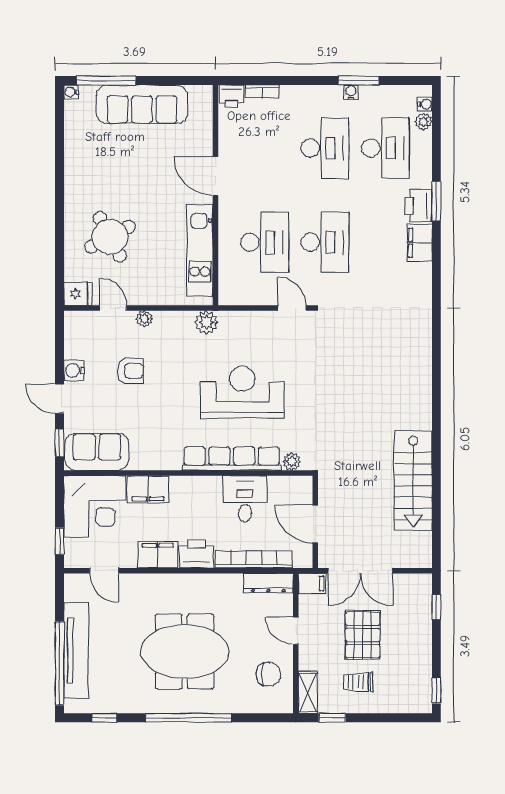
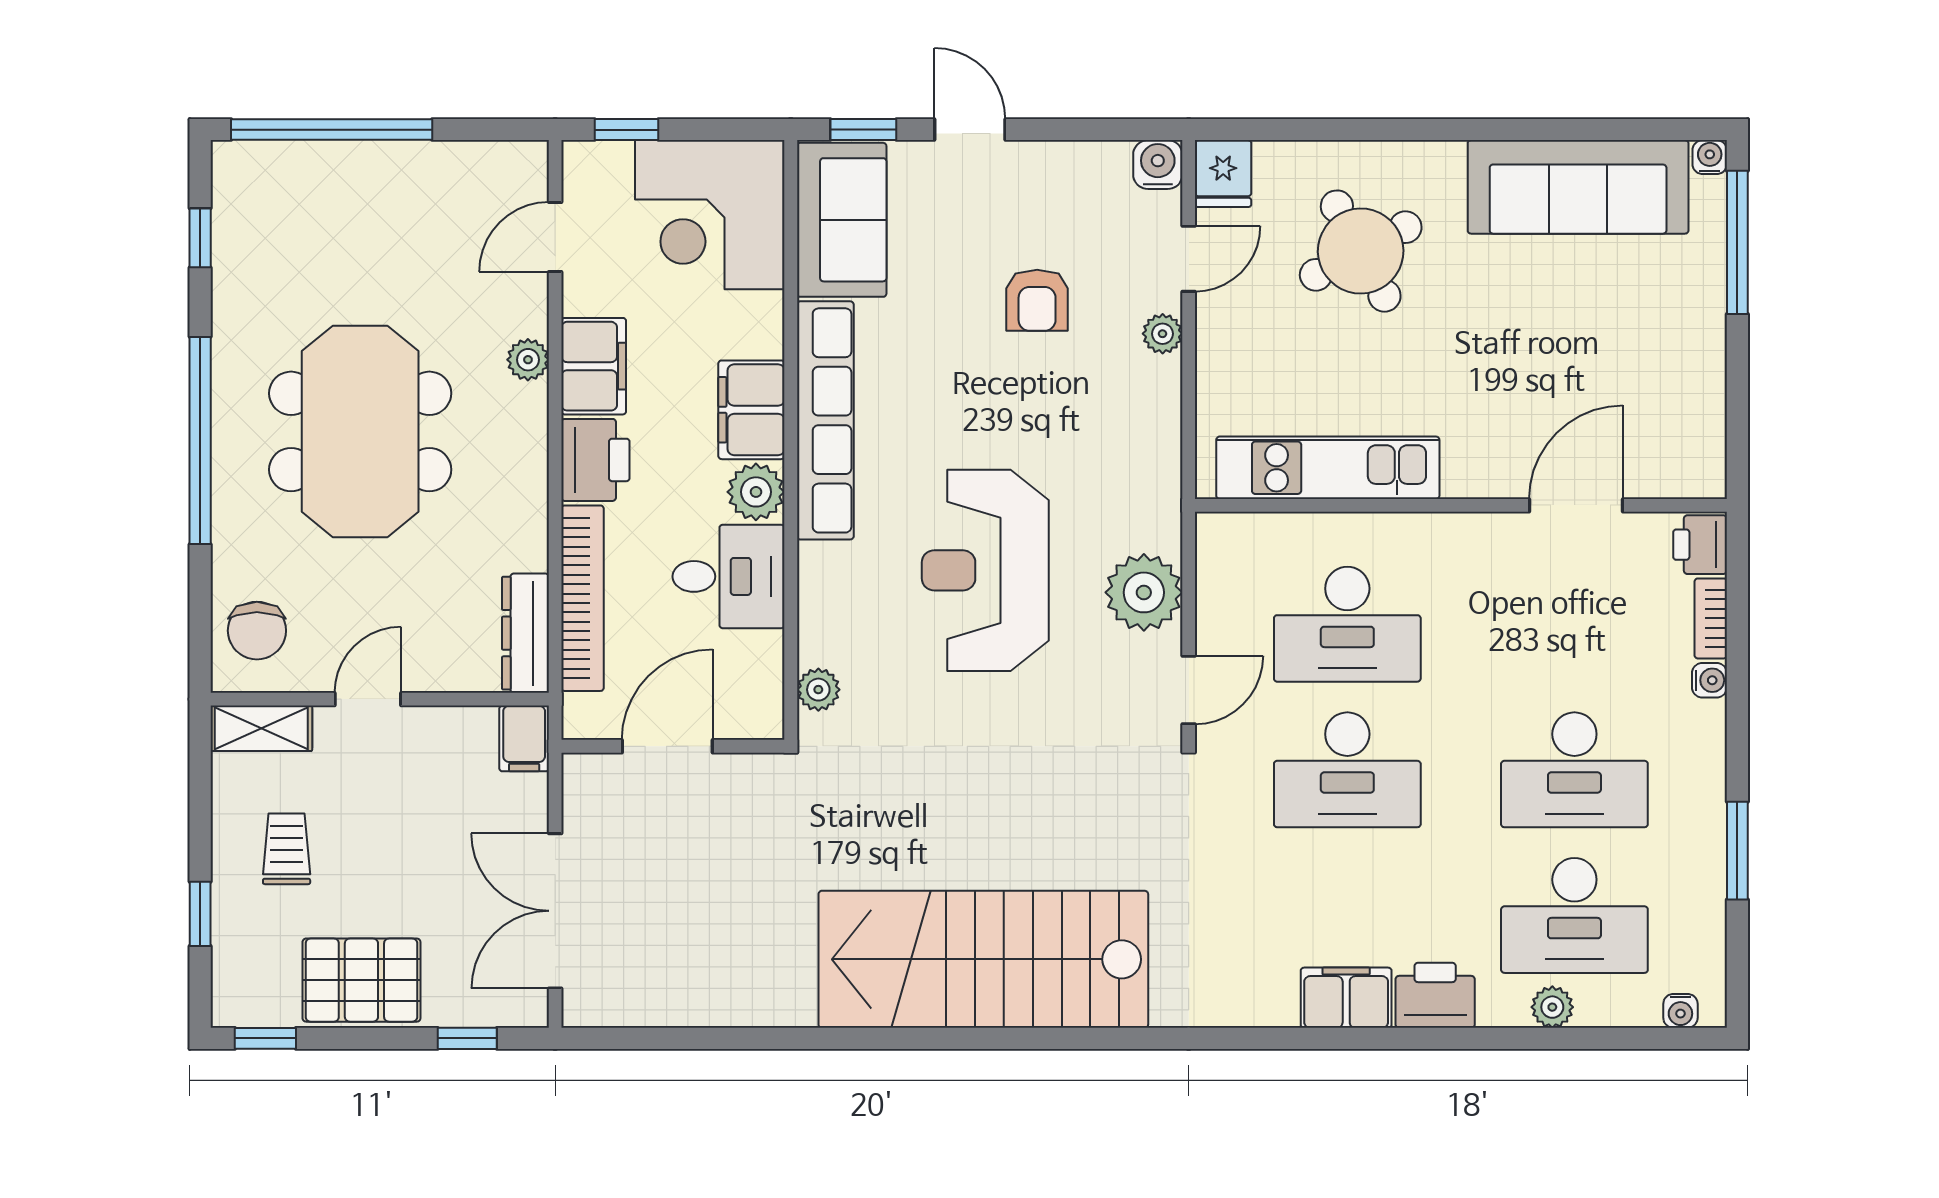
water cooler: (351, 92) -> (1709, 680), moved
sofa: (142, 104) -> (1578, 187), moved, turned -90
plant: (423, 122) -> (1552, 1007), moved
door: (215, 176) -> (1576, 505), moved
window: (436, 201) -> (1446, 1038), removed
plant: (206, 322) -> (1144, 592), moved, width x1.36, depth x1.36
water cooler: (74, 370) -> (1158, 165), moved
reception desk: (242, 392) -> (985, 570), turned 180
door: (60, 399) -> (970, 130), hinge flipped
row of seats: (232, 459) -> (825, 420), moved
stairs: (413, 481) -> (983, 959), moved, width x1.36, depth x1.51
plant: (210, 487) -> (756, 492), added
filing cabinet: (148, 489) -> (751, 410), moved
double door: (360, 571) -> (555, 911), moved
plant: (155, 582) -> (528, 360), added
door: (296, 631) -> (368, 699), moved
pallet: (363, 635) -> (361, 980), moved
tv unit: (76, 650) -> (363, 170), removed
chair: (269, 674) -> (257, 631), moved
window: (332, 718) -> (200, 914), moved

